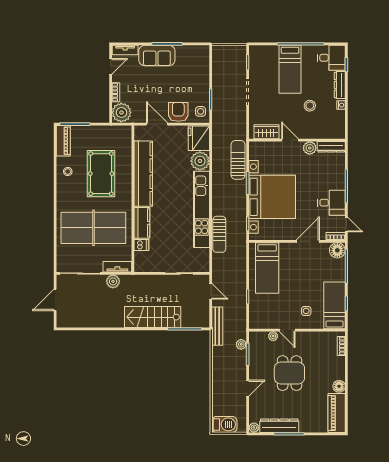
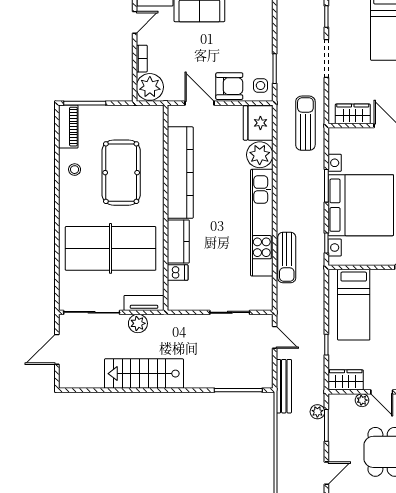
armchair: (178, 112) -> (229, 86), turned 90
sun lounger: (238, 160) -> (305, 123), moved
stairs: (153, 317) -> (144, 374), moved
wardrobe: (261, 322) -> (346, 380), added

